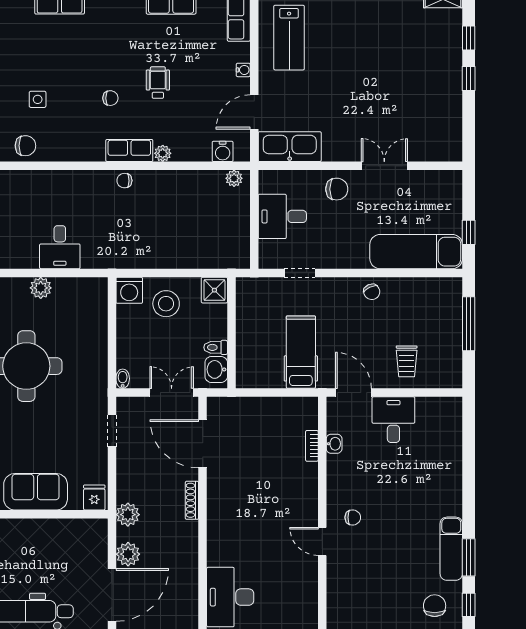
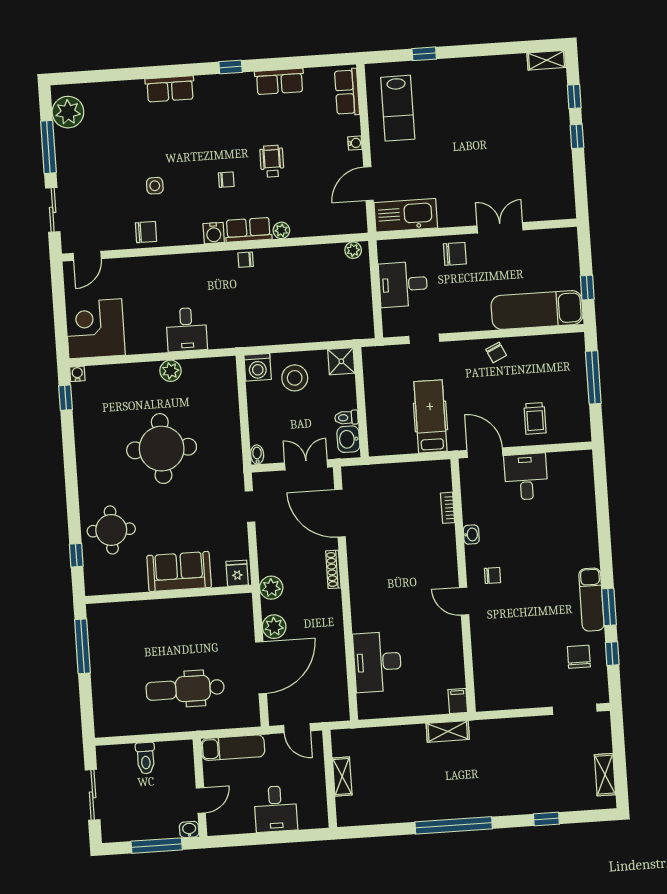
water cooler: (223, 151) -> (214, 233), moved
washbasin: (334, 444) -> (471, 535), moved

